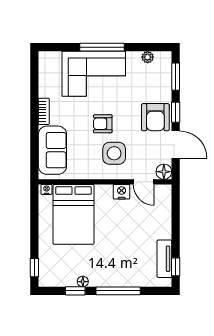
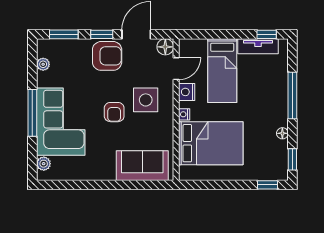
plant: (54, 58) -> (44, 164), added
bookcase: (44, 111) -> (101, 175), removed
nightstand: (46, 189) -> (184, 114), moved
bed: (142, 225) -> (222, 71), added
window: (75, 291) -> (292, 159), moved

